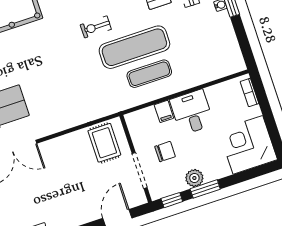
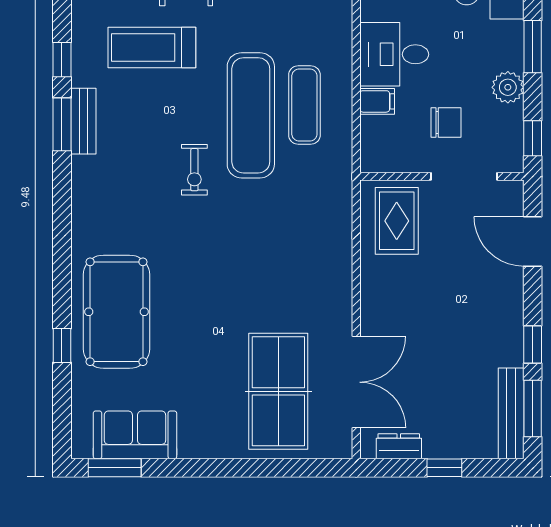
rug: (104, 143) -> (397, 221), turned 90
chair: (165, 152) -> (446, 122), turned 90
window: (205, 189) -> (533, 47), moved

